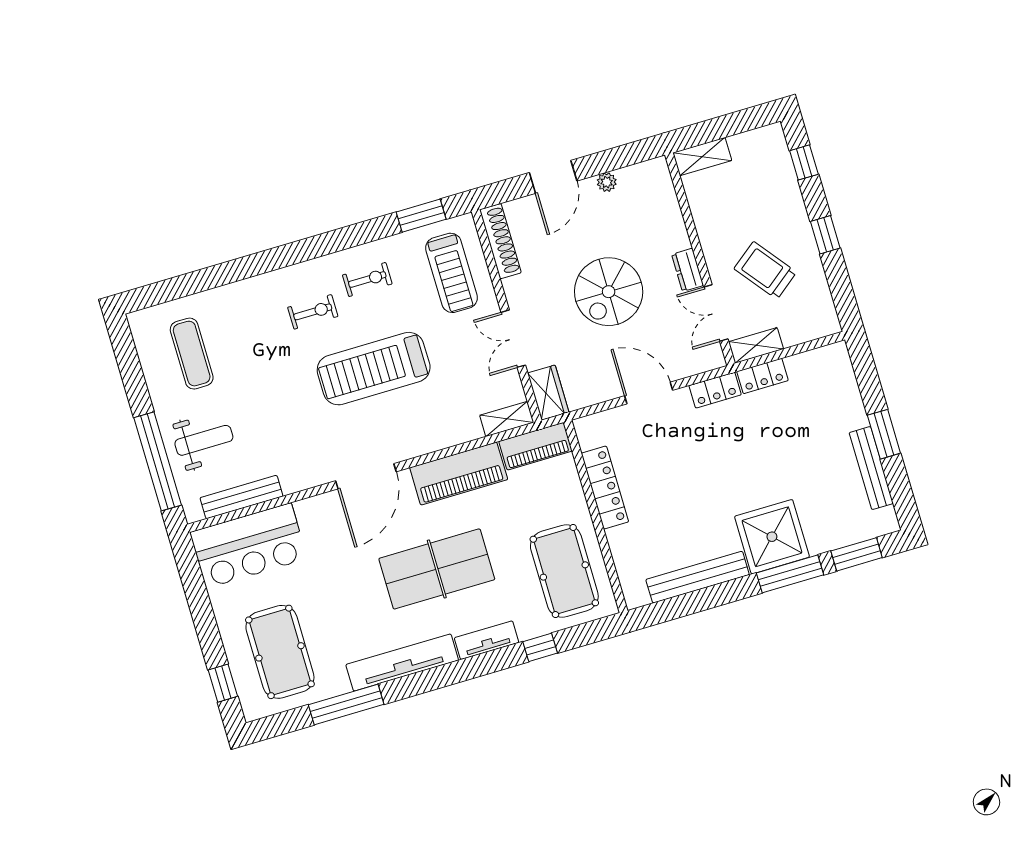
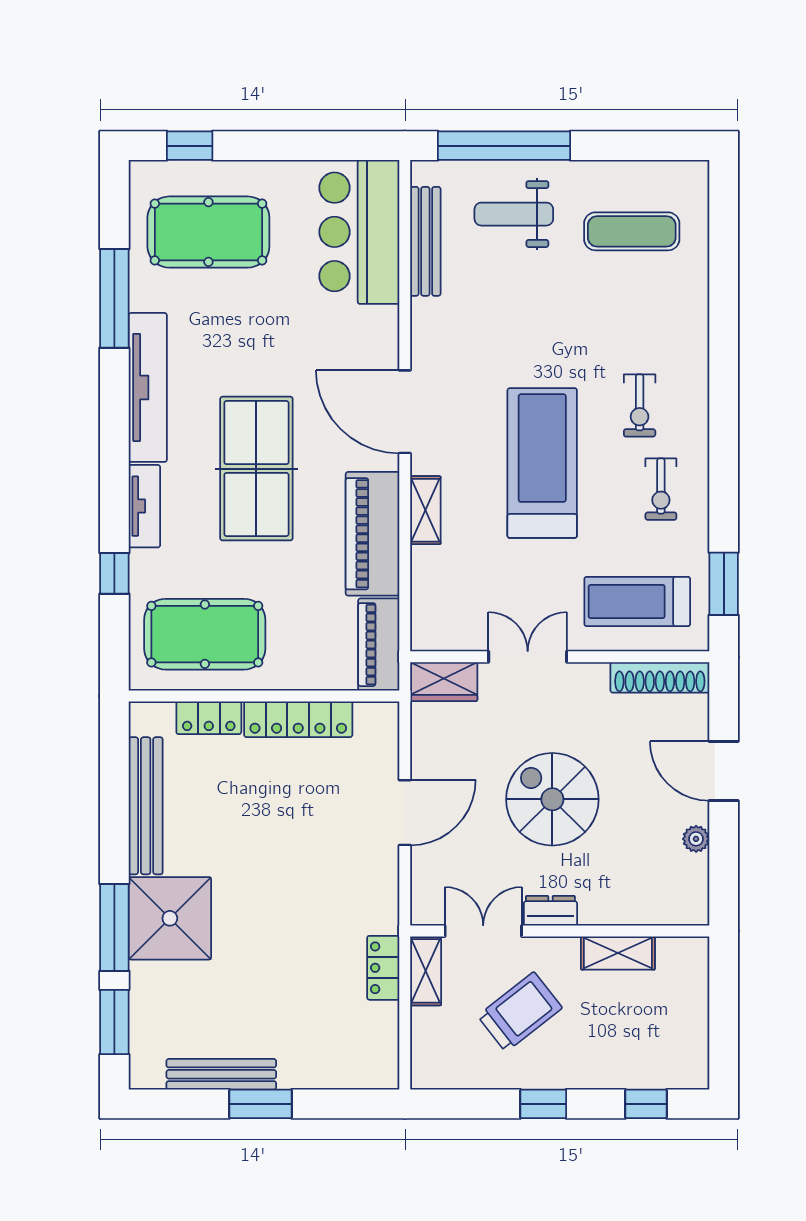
shelving: (702, 157) -> (618, 953), moved, turned 90
locker: (715, 390) -> (209, 718), moved, turned -90
shelving: (507, 419) -> (425, 510), moved
weight bench: (204, 440) -> (514, 214), turned 90

